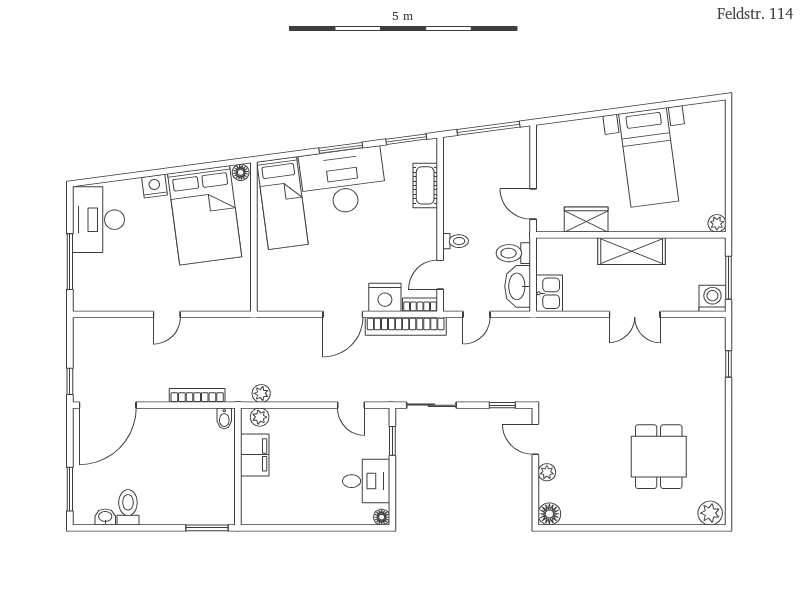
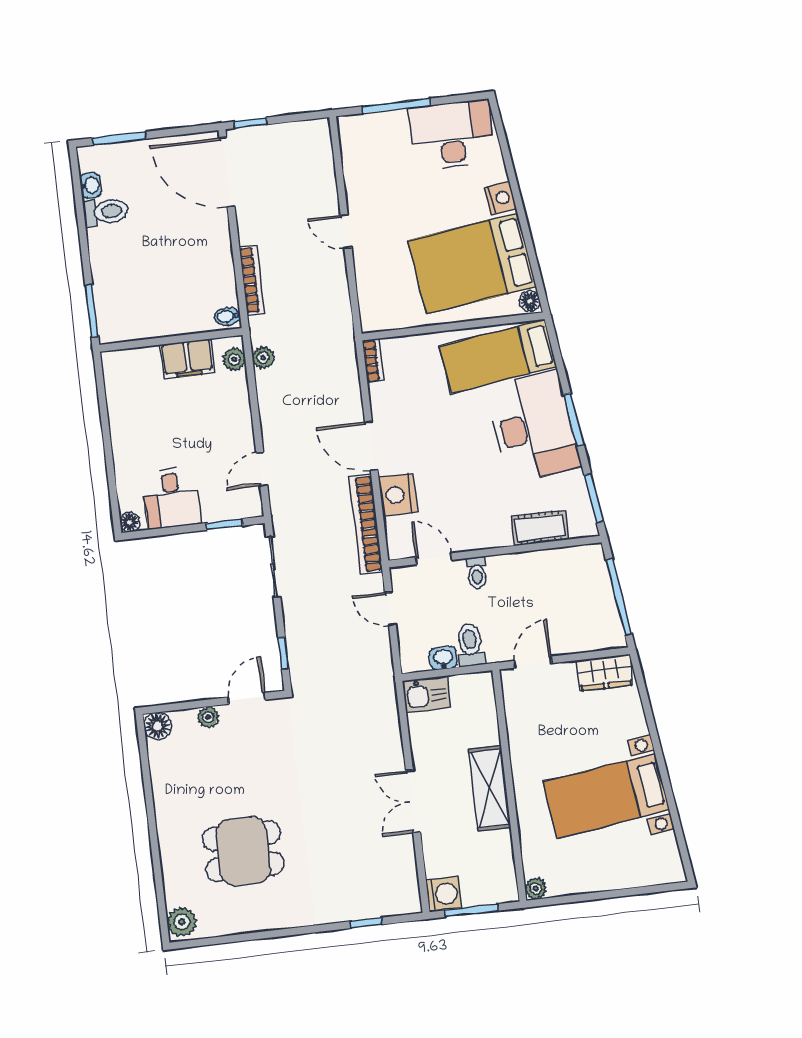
wardrobe: (586, 220) -> (605, 673), moved, turned 90
washbasin: (518, 286) -> (443, 658), width x0.52, depth x0.69
bookcase: (420, 305) -> (373, 361), moved

